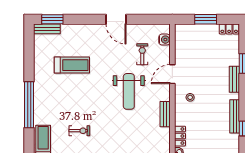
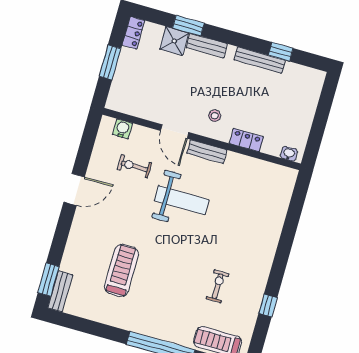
shower: (231, 57) -> (174, 41), added
bench: (165, 114) -> (207, 152), moved
locker: (180, 136) -> (246, 140), moved

